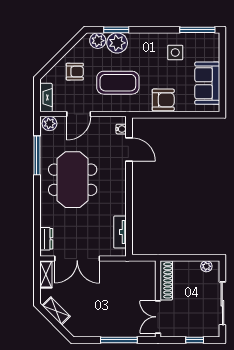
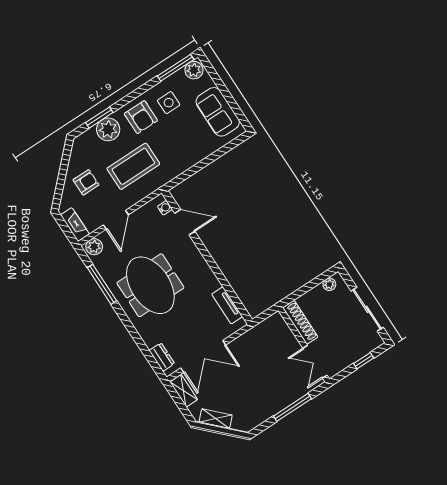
plant: (98, 41) -> (194, 70), moved
armchair: (163, 100) -> (141, 117), moved, turned 90

